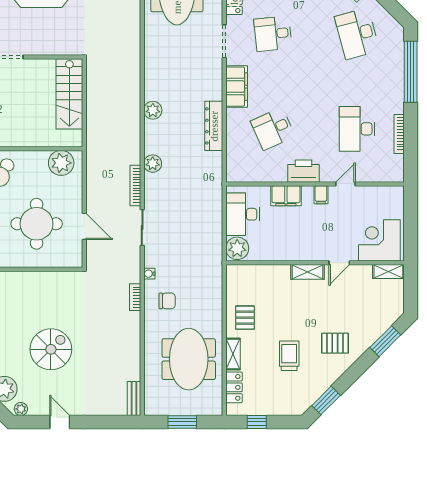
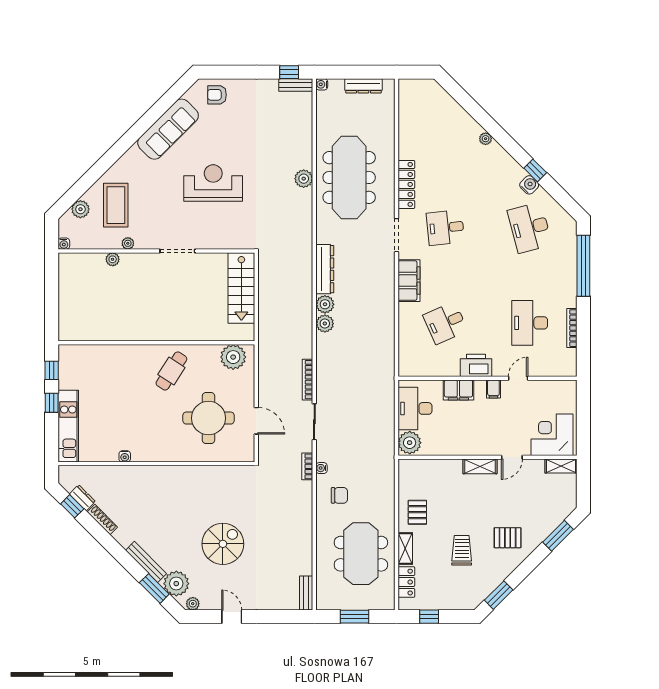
dresser: (214, 126) -> (325, 269), moved, turned 180
plant: (153, 164) -> (325, 324), moved
bookcase: (135, 297) -> (307, 466), moved

